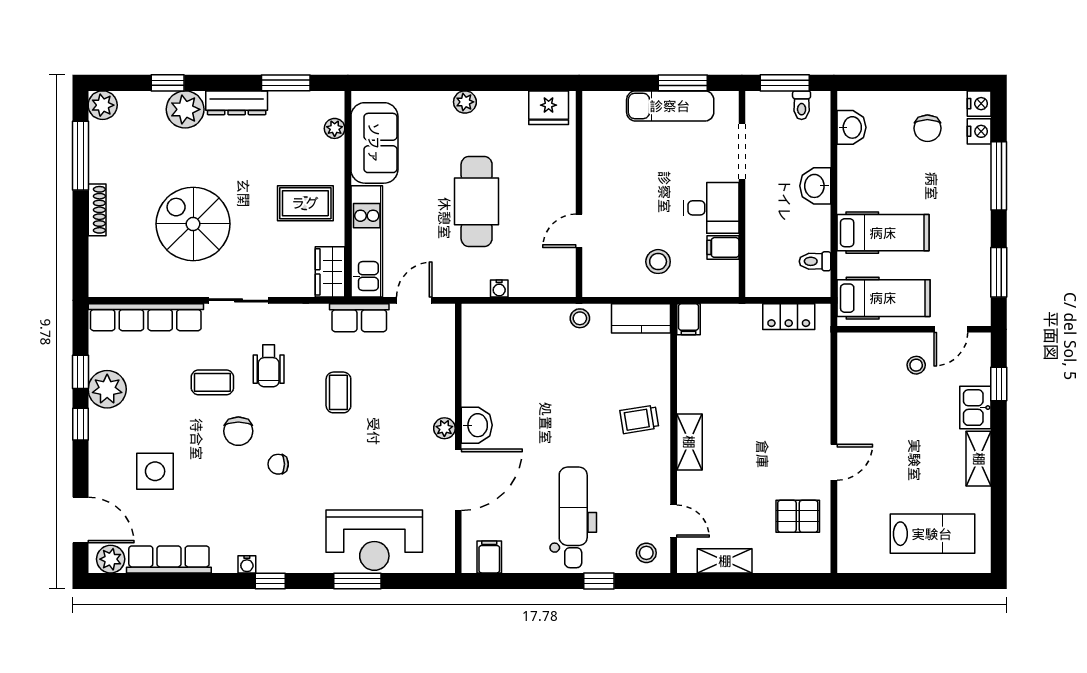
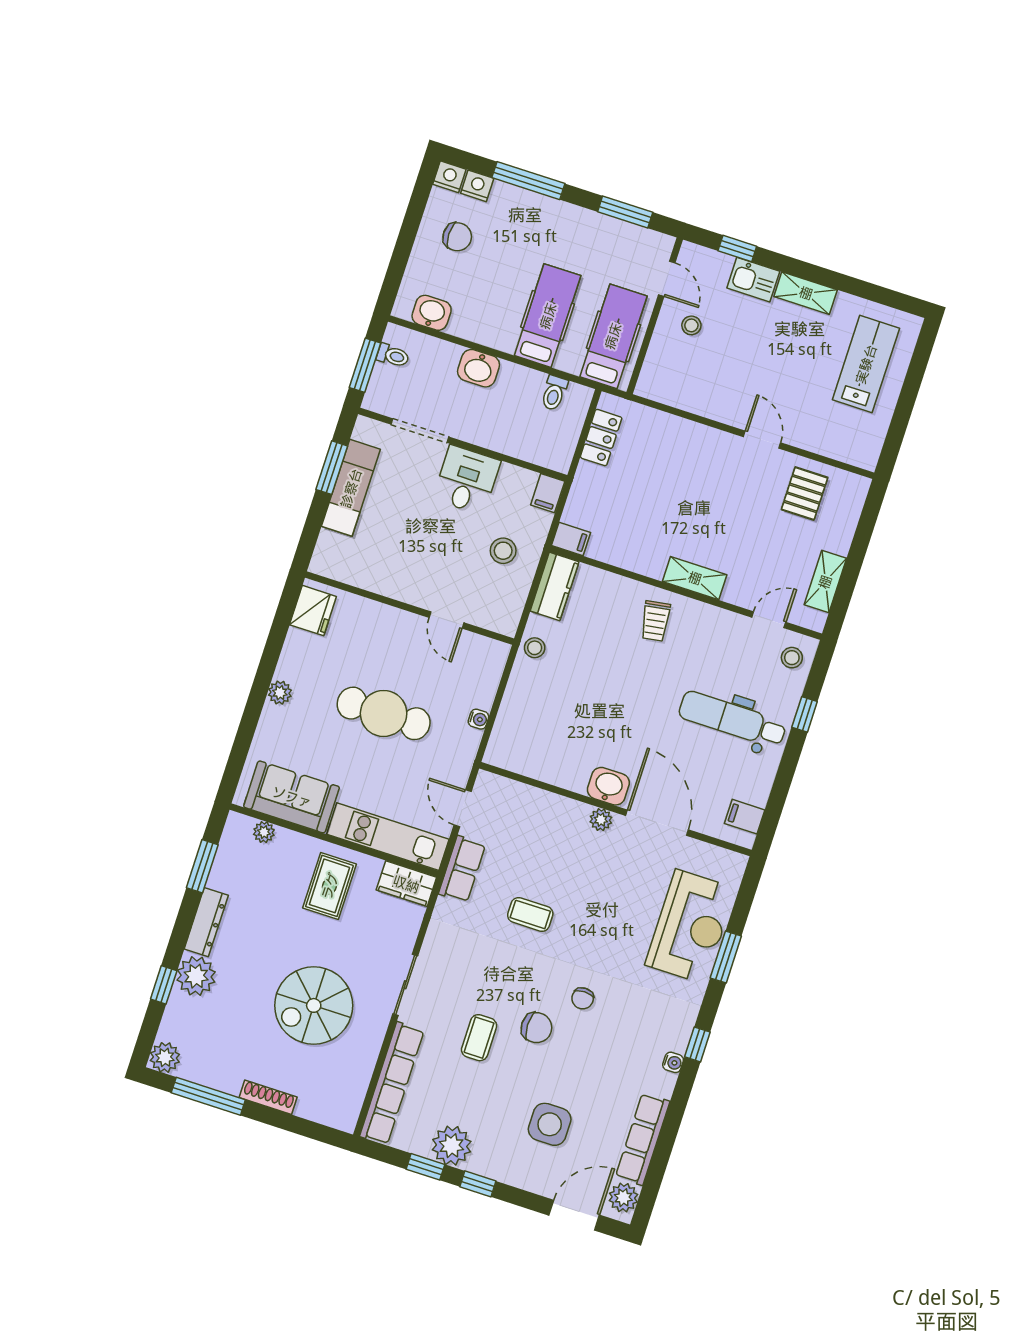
filing cabinet: (723, 247) -> (548, 493), moved
wheelchair: (269, 366) -> (481, 976), removed

